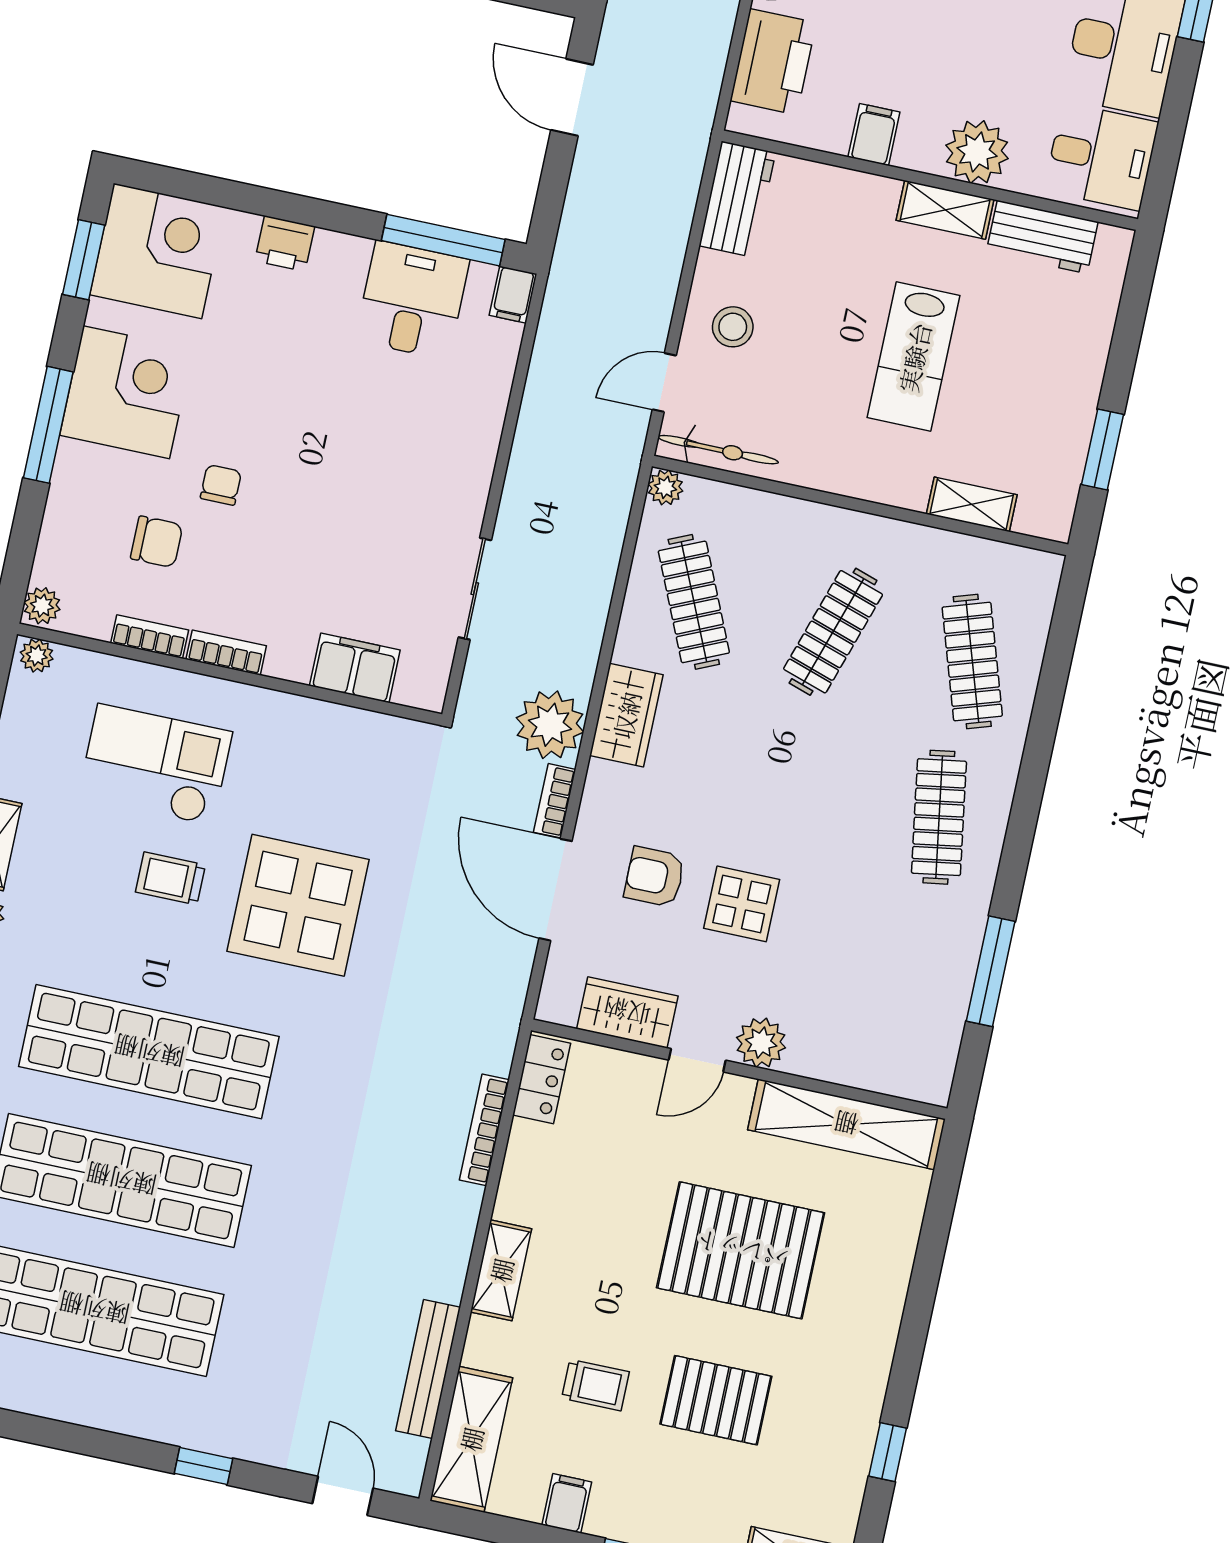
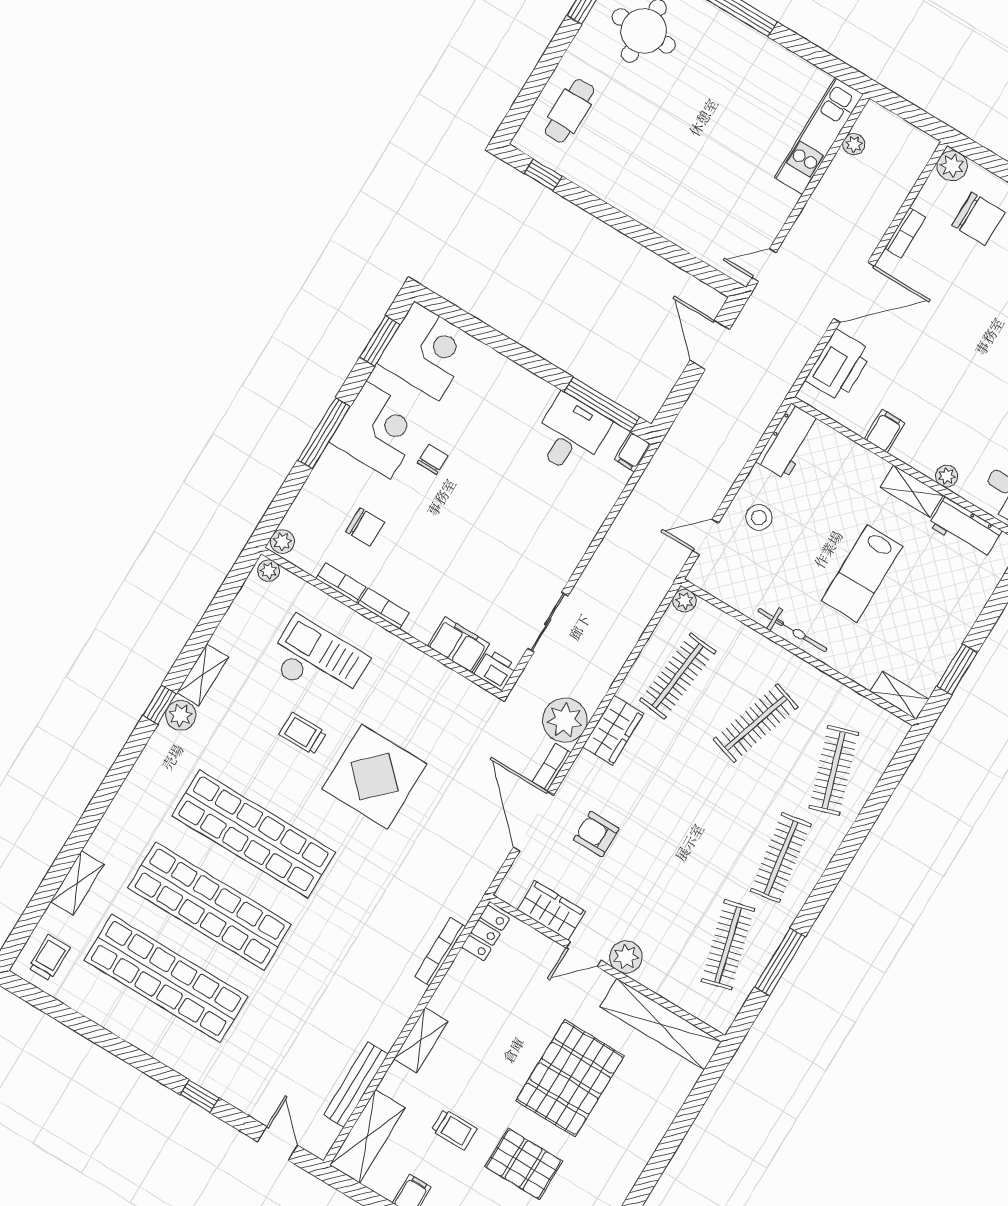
plant: (977, 152) -> (947, 476), width x0.53, depth x0.53
printer: (285, 244) -> (496, 670), moved, turned 180
bicycle: (718, 450) -> (792, 630), moved
chair: (221, 485) -> (433, 459), moved
shelving: (972, 504) -> (900, 695), moved
clothes rail: (694, 602) -> (678, 676), turned 30
display table: (742, 904) -> (643, 869), removed
clothes rail: (906, 973) -> (728, 945), added
pallet: (741, 1250) -> (570, 1078), turned 90

